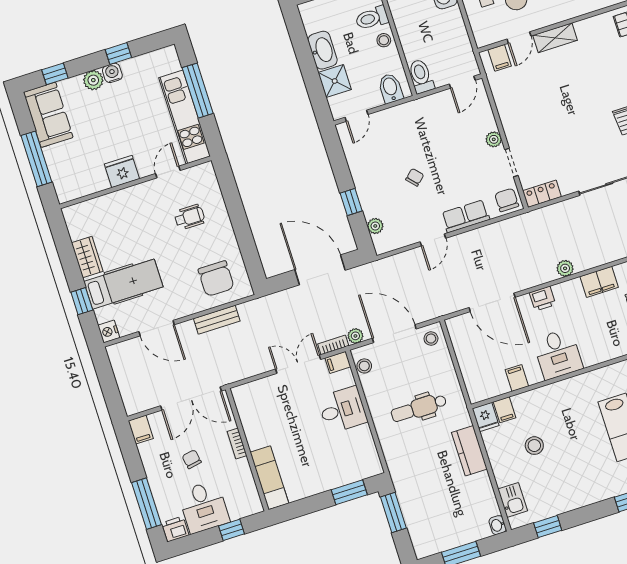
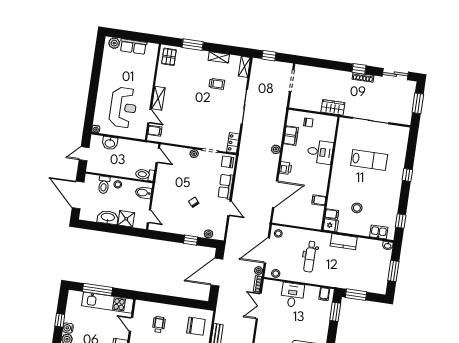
desk: (558, 354) -> (320, 152), moved
filing cabinet: (338, 362) -> (324, 294), moved

